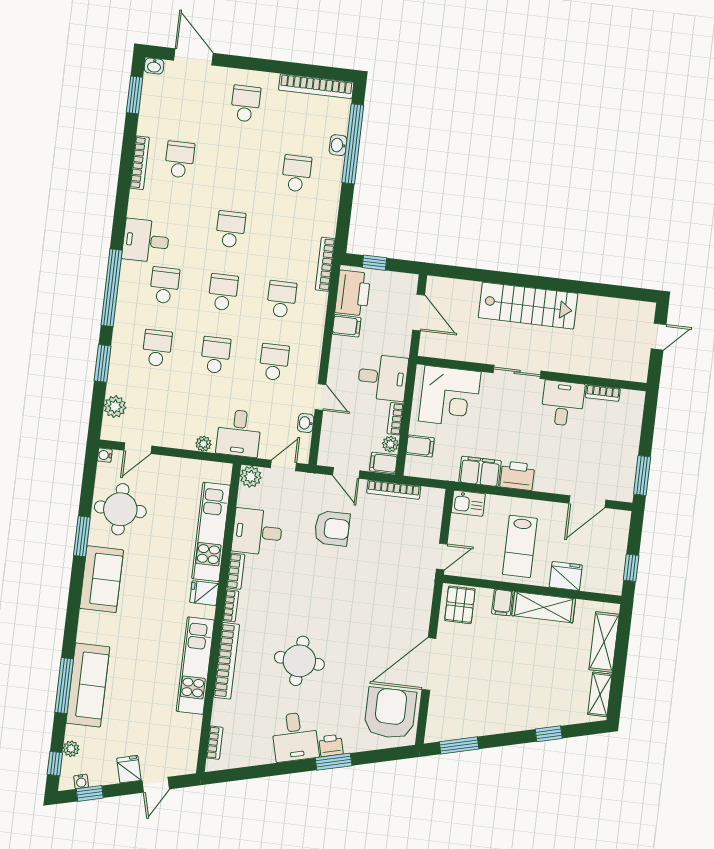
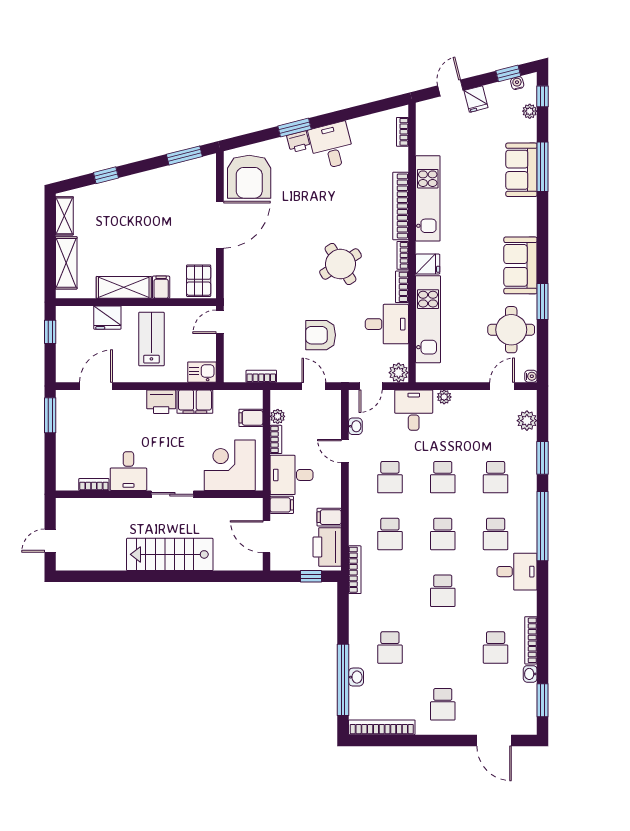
washbasin: (154, 66) -> (530, 674), moved, turned -90
filing cabinet: (383, 463) -> (282, 505), moved
bookcase: (394, 490) -> (261, 376), width x0.64
round table: (299, 661) -> (341, 264), moved, turned -36
sofa: (88, 685) -> (521, 170), width x0.73

